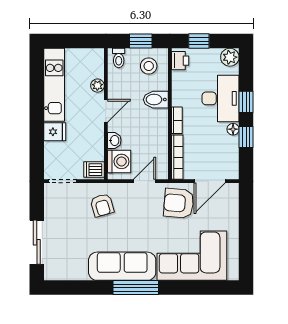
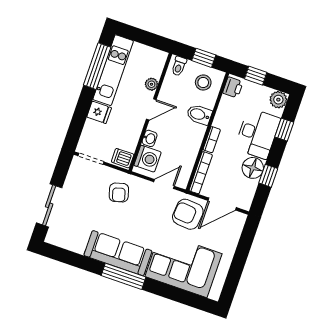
window: (37, 86) -> (97, 66), added
window: (246, 102) -> (284, 130), moved
floor lamp: (233, 129) -> (253, 168), width x1.89, depth x1.89

